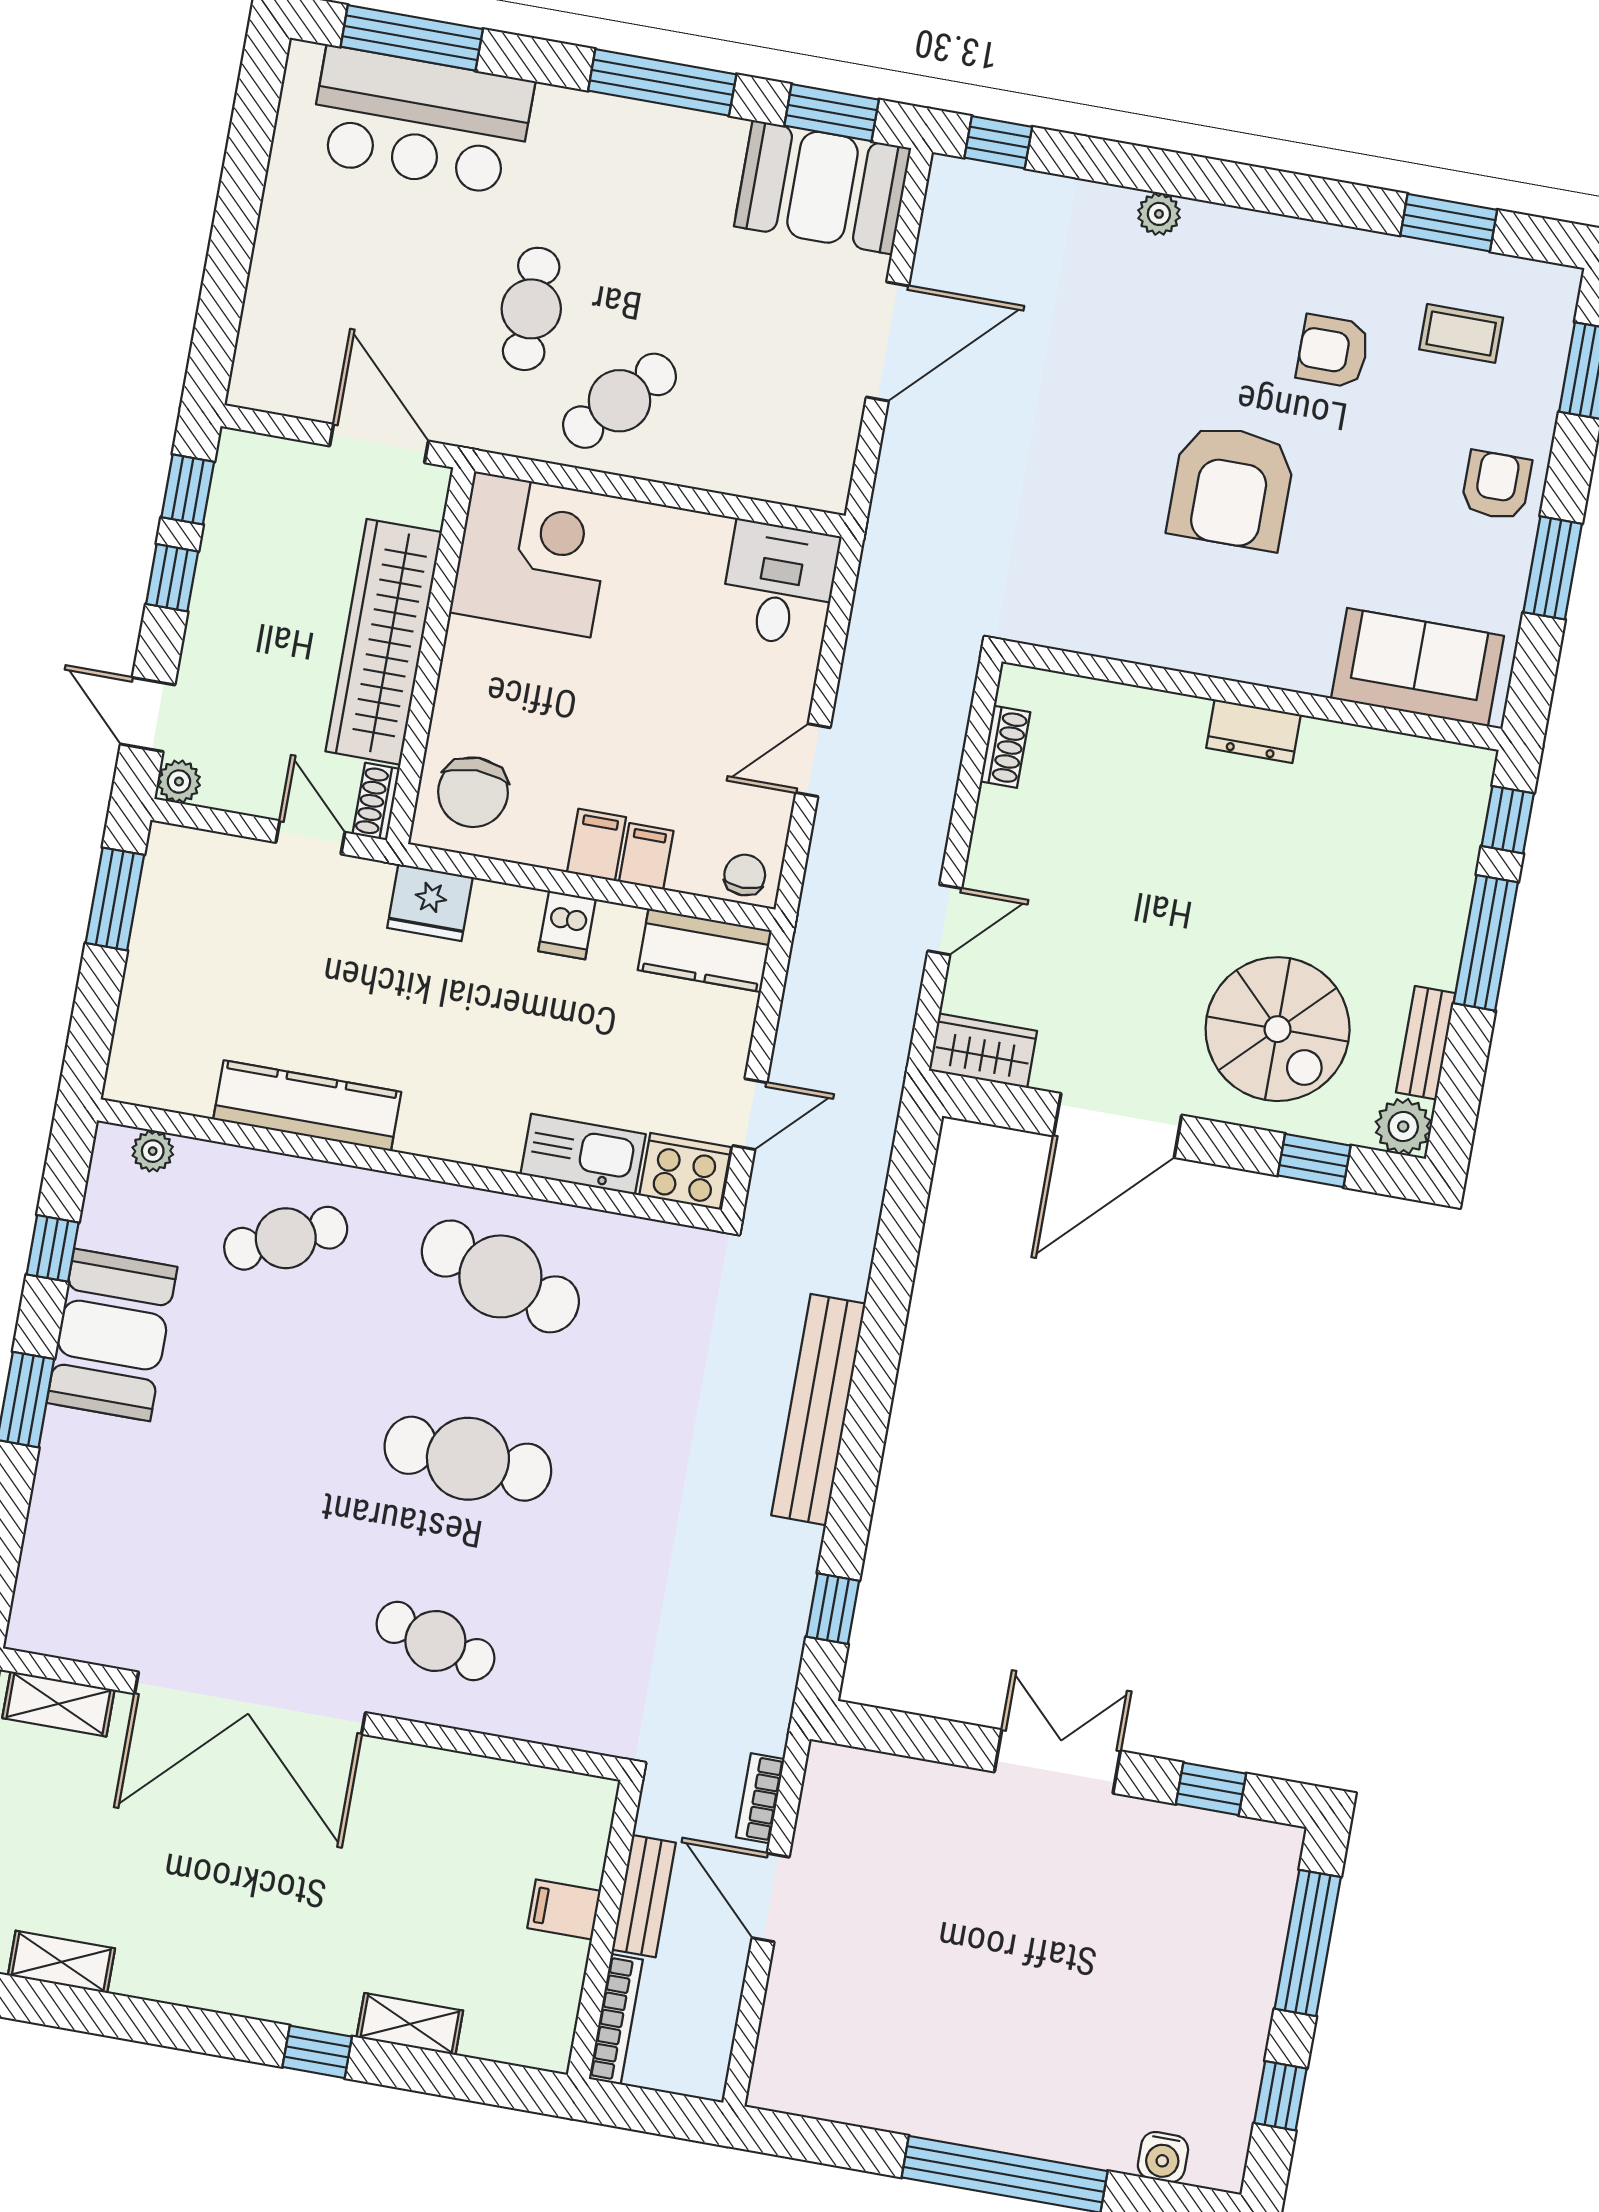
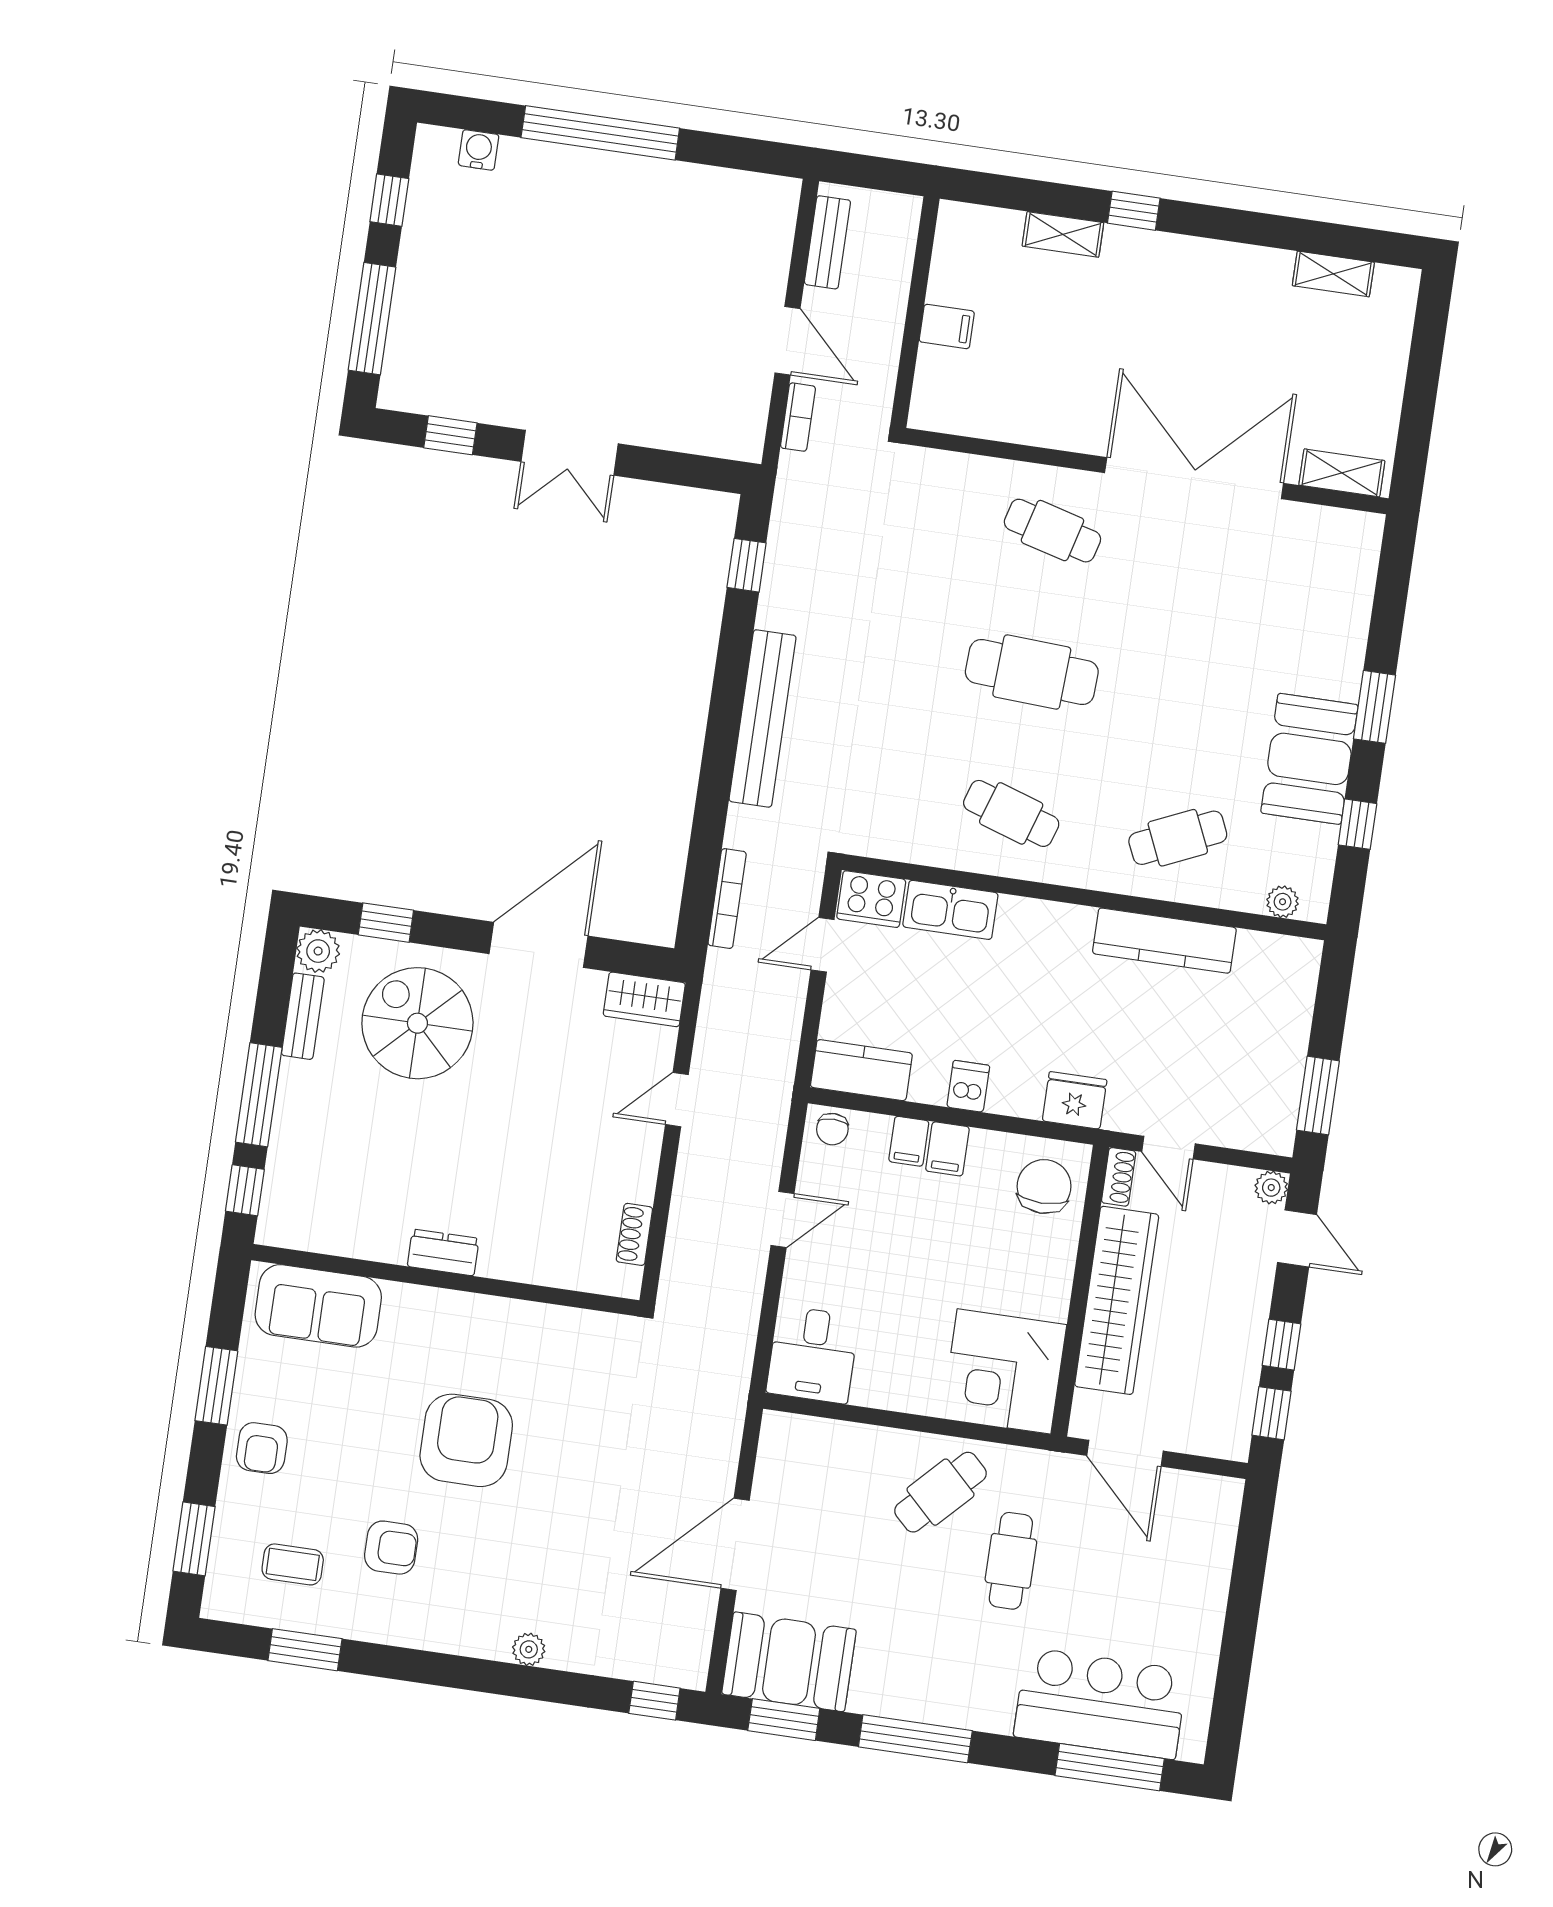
cafe table: (500, 1276) -> (1011, 813), width x0.73, depth x0.74
bench: (644, 1896) -> (827, 242), moved
bookcase: (616, 2019) -> (727, 899), moved, turned 180

